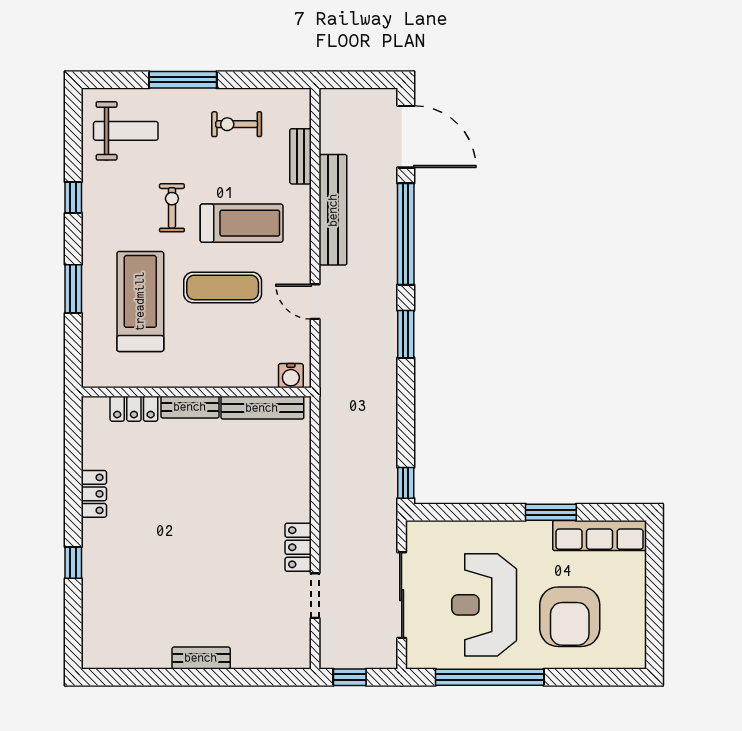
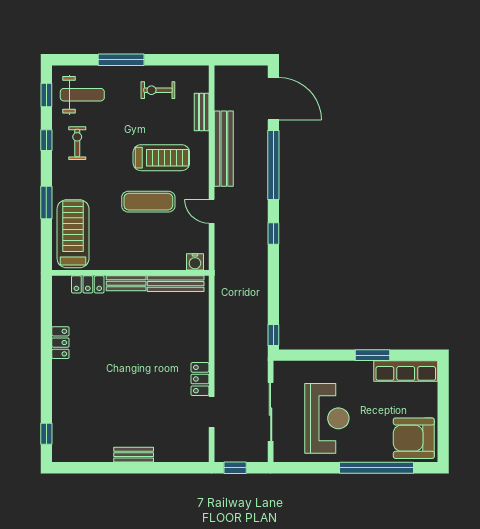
window: (73, 131) -> (46, 95), added
exercise bike: (172, 208) -> (77, 143), moved
treadmill: (140, 301) -> (73, 234), moved
window: (406, 334) -> (273, 234), width x0.67
window: (73, 563) -> (46, 434), moved
reception desk: (484, 605) -> (327, 418), turned 180
armchair: (570, 617) -> (414, 438), moved, turned 90
window: (490, 677) -> (377, 468), moved

